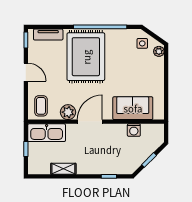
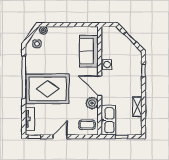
washing machine: (134, 130) -> (106, 65), moved

